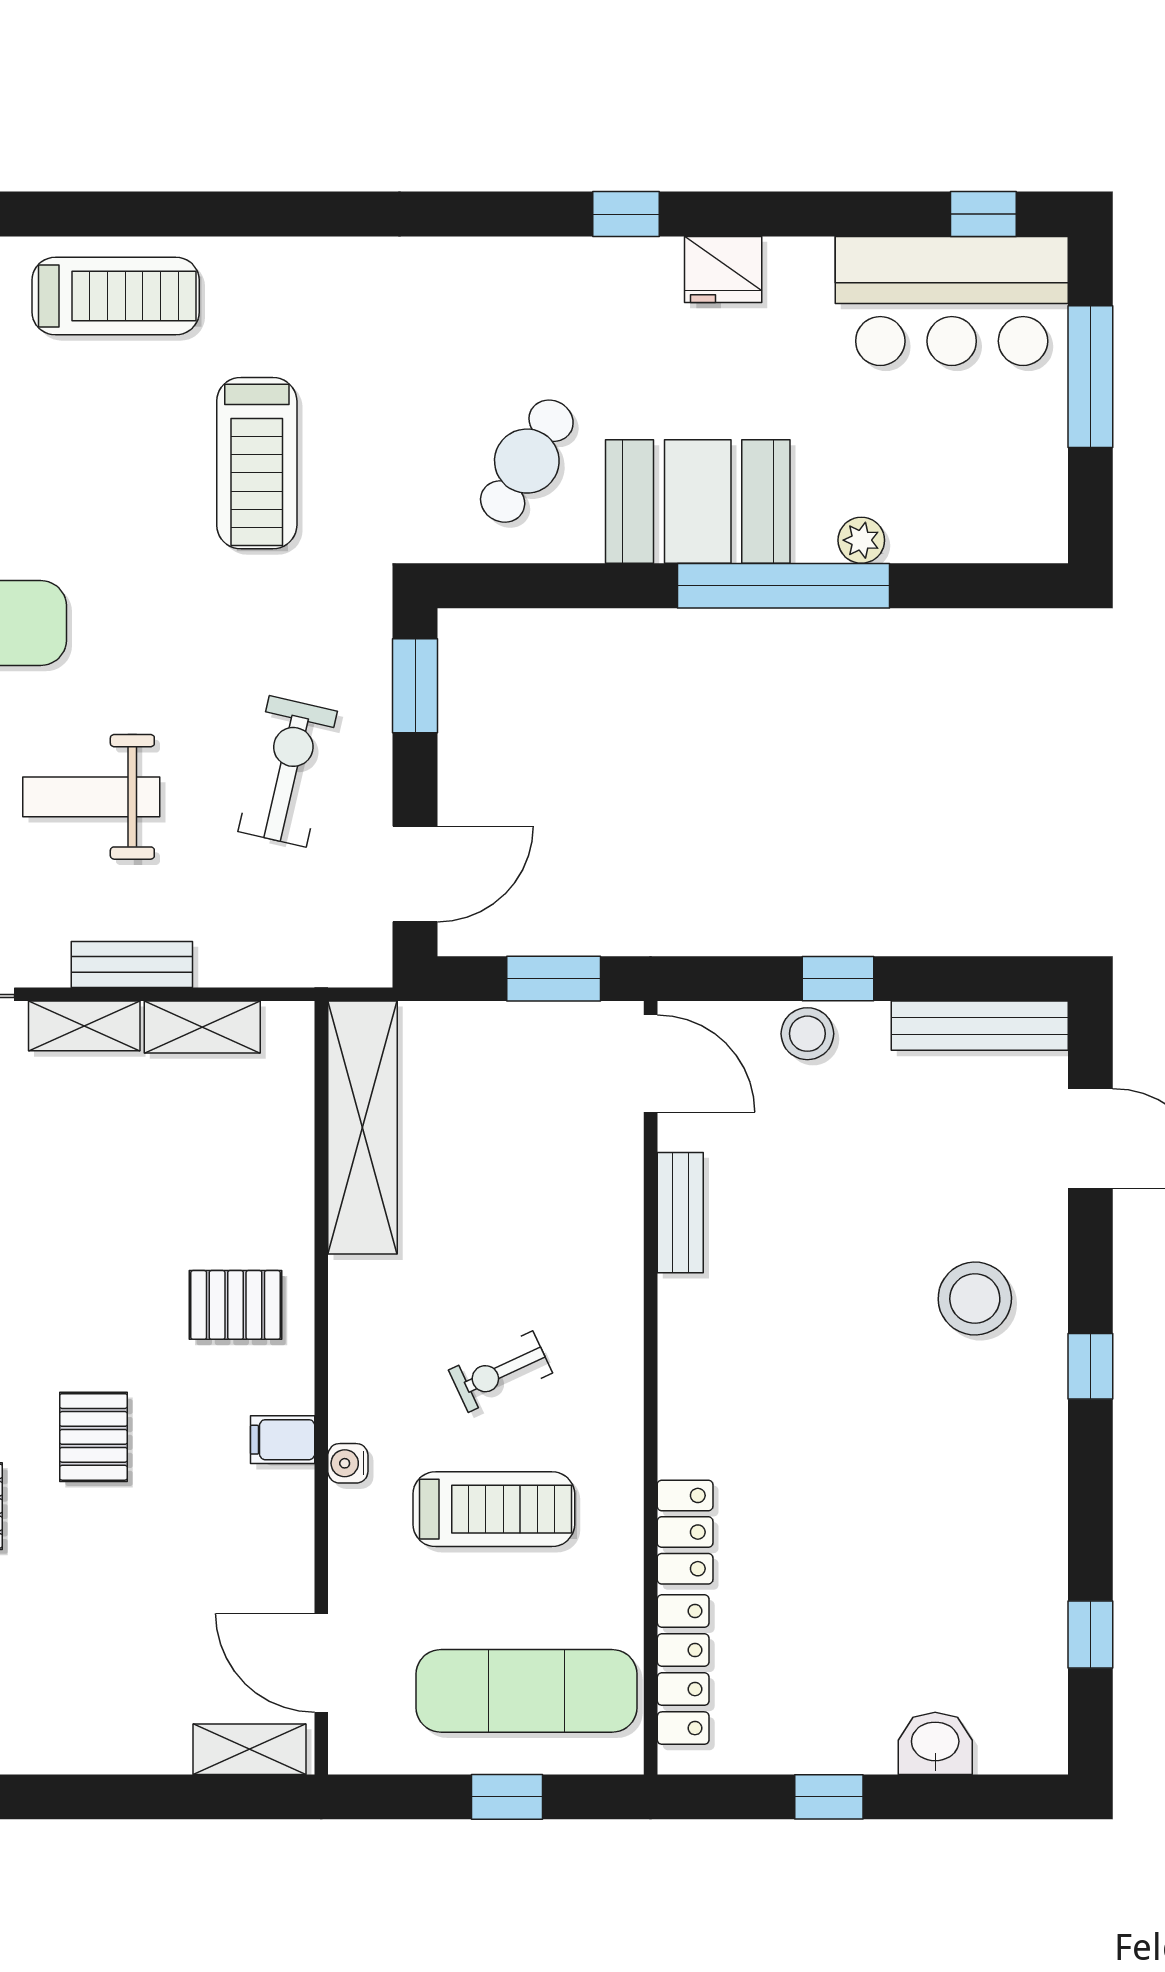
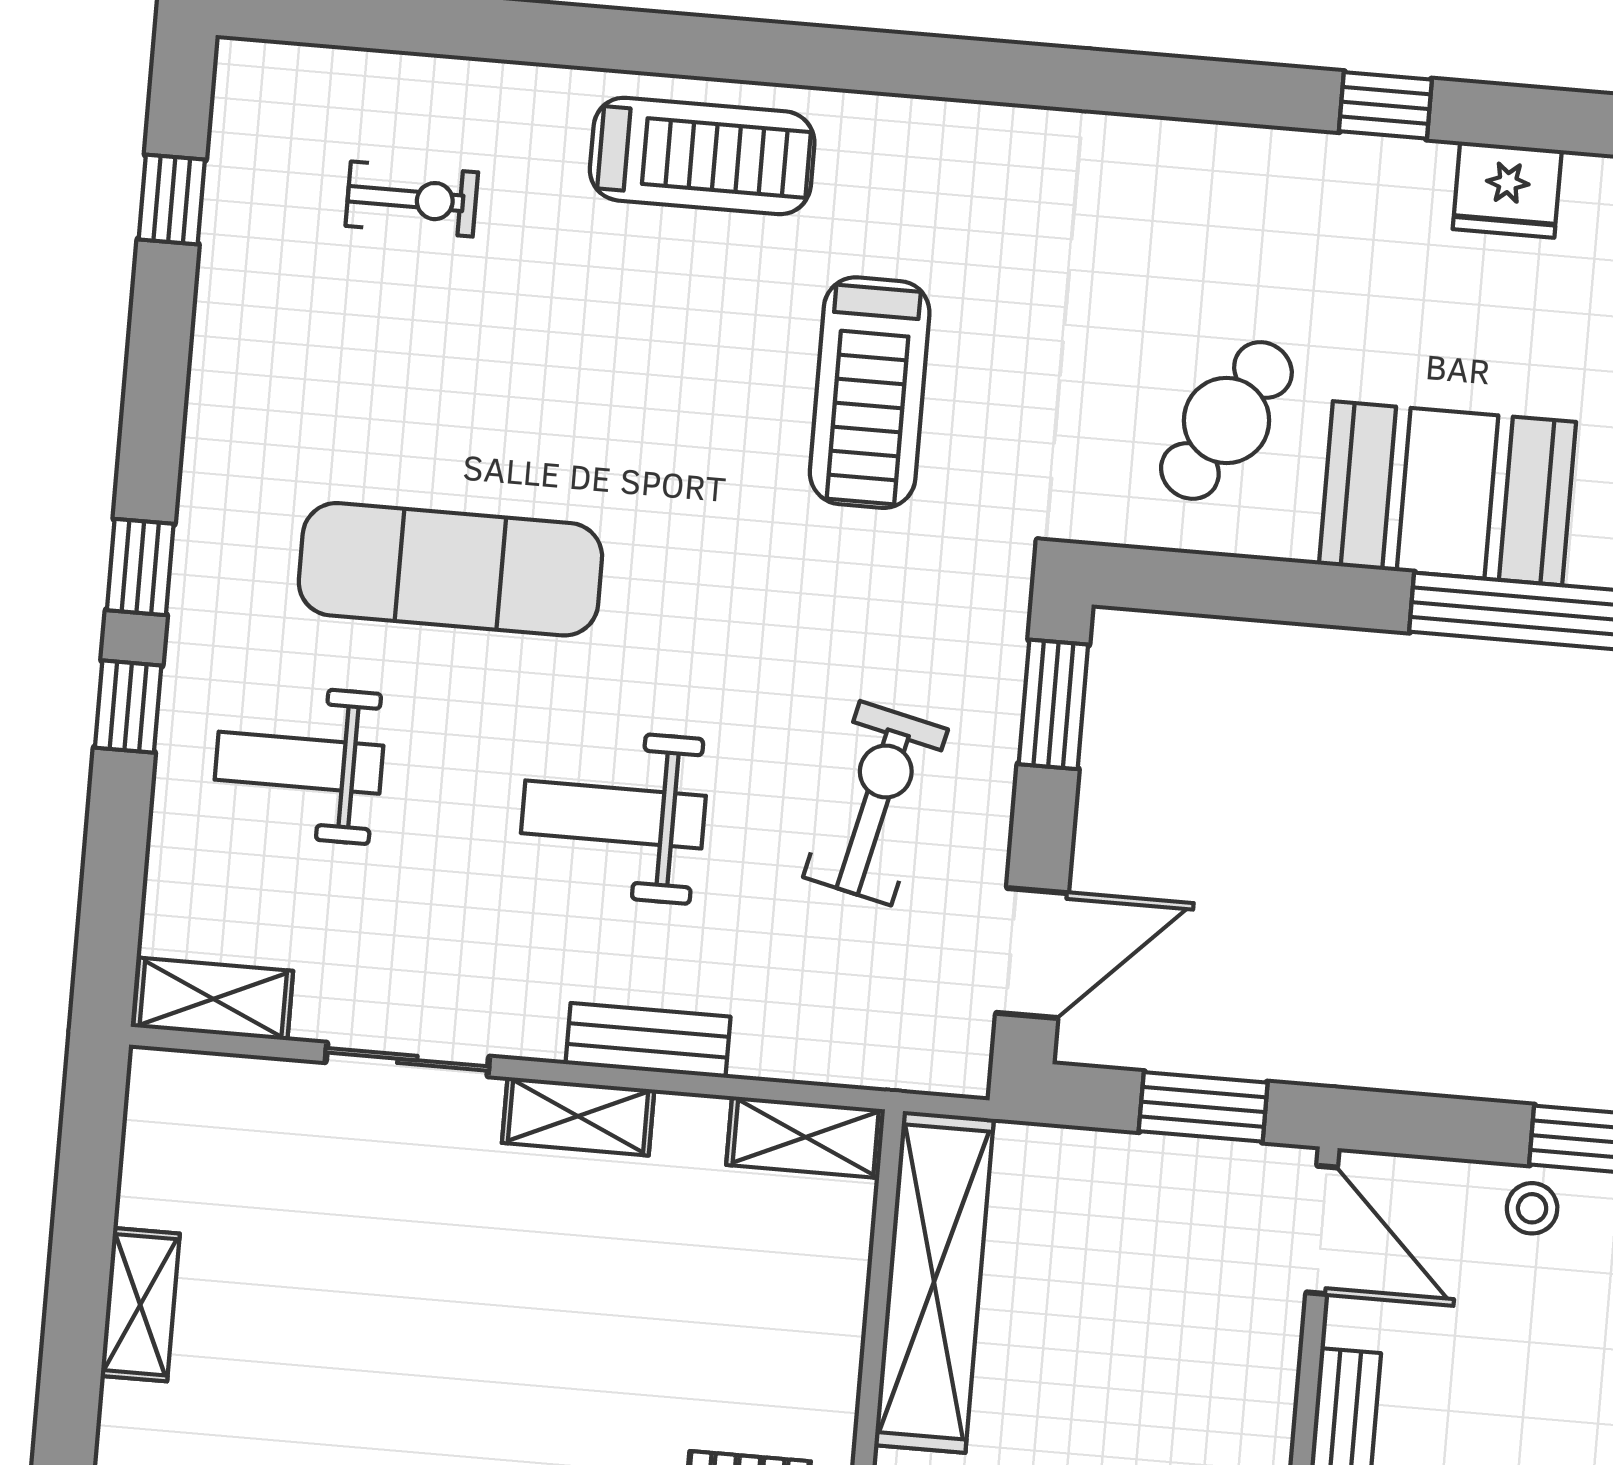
shelving: (202, 1027) -> (806, 1137), moved
stool: (807, 1034) -> (1532, 1208), width x0.73, depth x0.73

